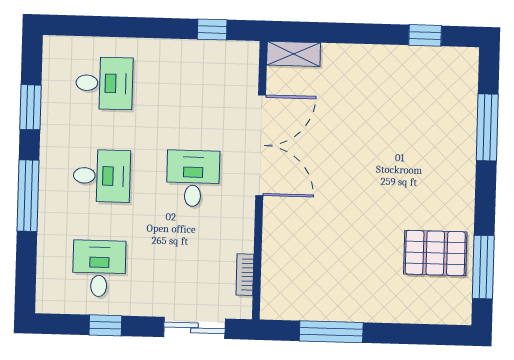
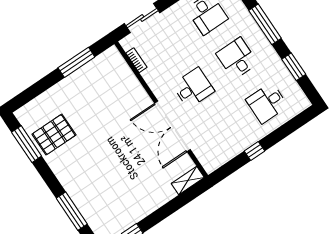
window: (212, 29) -> (255, 151), moved
desk: (102, 176) -> (237, 58), turned 90
desk: (193, 178) -> (193, 88), turned -90

